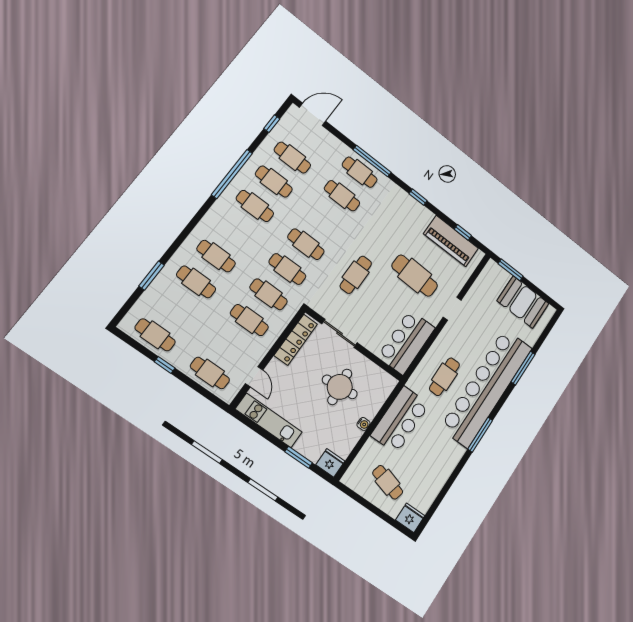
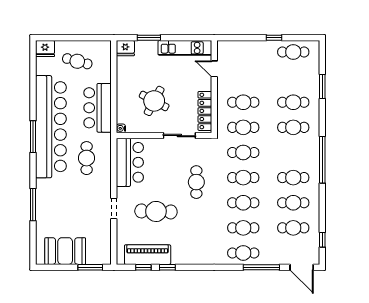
door: (313, 114) -> (302, 267), hinge flipped
window: (372, 161) -> (261, 267), moved
window: (232, 174) -> (322, 160), moved
window: (418, 197) -> (167, 267), moved
cafe table: (210, 373) -> (243, 203), moved
round table: (340, 387) -> (154, 101), turned 34
bar counter: (486, 388) -> (51, 127), moved
water cooler: (363, 424) -> (121, 128), moved

